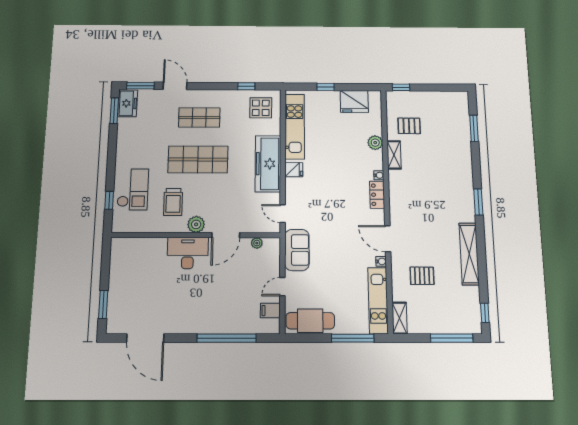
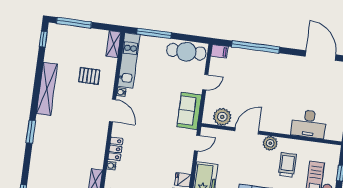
door: (283, 214) -> (197, 143), hinge flipped
plant: (257, 243) -> (222, 117), width x1.87, depth x1.87
desk: (188, 253) -> (309, 124), moved
filing cabinet: (270, 311) -> (219, 51), moved

